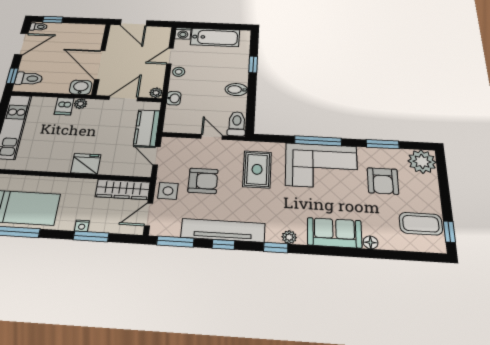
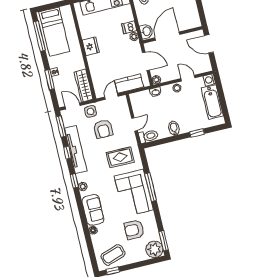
door: (134, 23) -> (209, 44), hinge flipped
window: (383, 144) -> (164, 241), moved
fridge: (86, 164) -> (91, 46), moved
coffee table: (421, 224) -> (113, 255), turned 72

